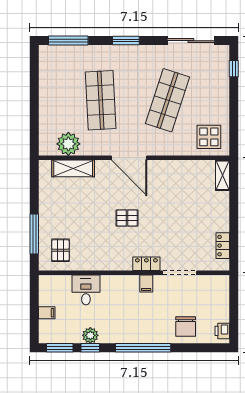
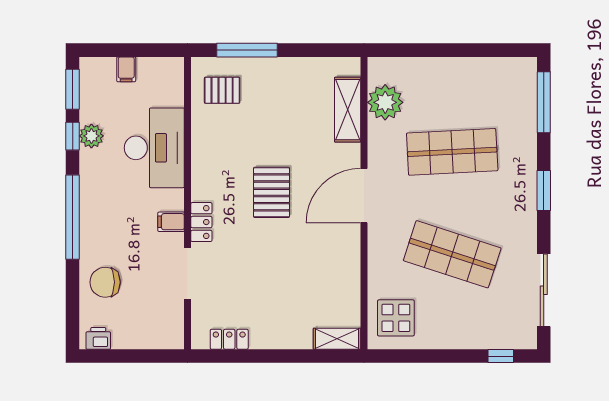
pallet: (127, 218) -> (272, 192), width x1.50, depth x1.42
desk: (86, 290) -> (154, 148), width x1.87, depth x1.30

